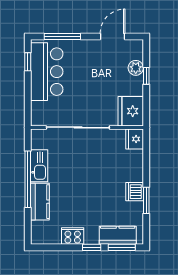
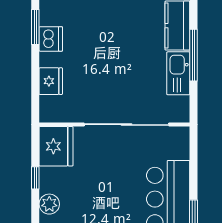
window: (146, 76) -> (35, 178), moved
fridge: (135, 139) -> (51, 81), moved
window: (28, 179) -> (194, 55), width x0.68

